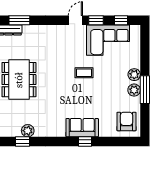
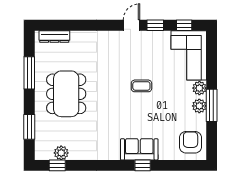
window: (19, 20) -> (67, 25), removed
corner sofa: (108, 40) -> (189, 55), moved, turned 90
plant: (28, 131) -> (61, 153), moved
window: (23, 142) -> (57, 165), moved

